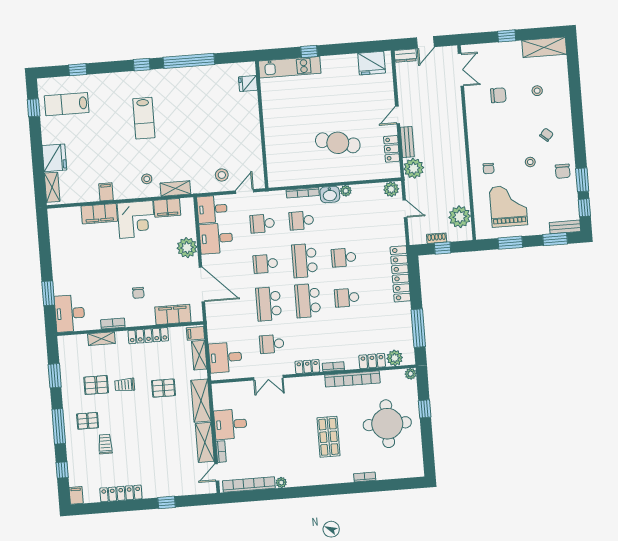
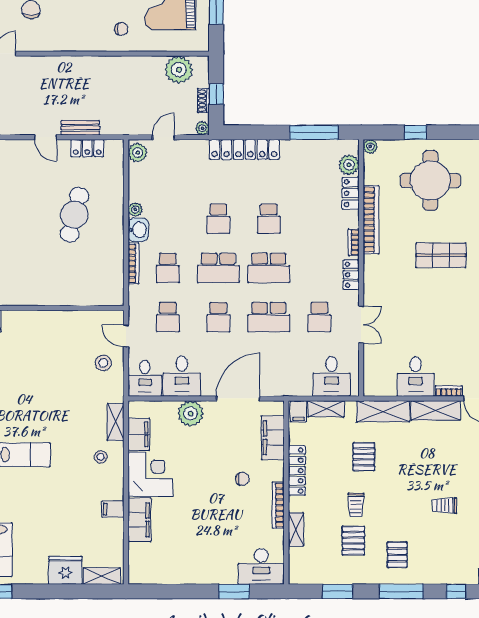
plant: (414, 168) -> (202, 128), moved, width x0.53, depth x0.53
bookcase: (113, 324) -> (278, 505), width x1.56
trolley: (105, 444) -> (444, 505), moved

